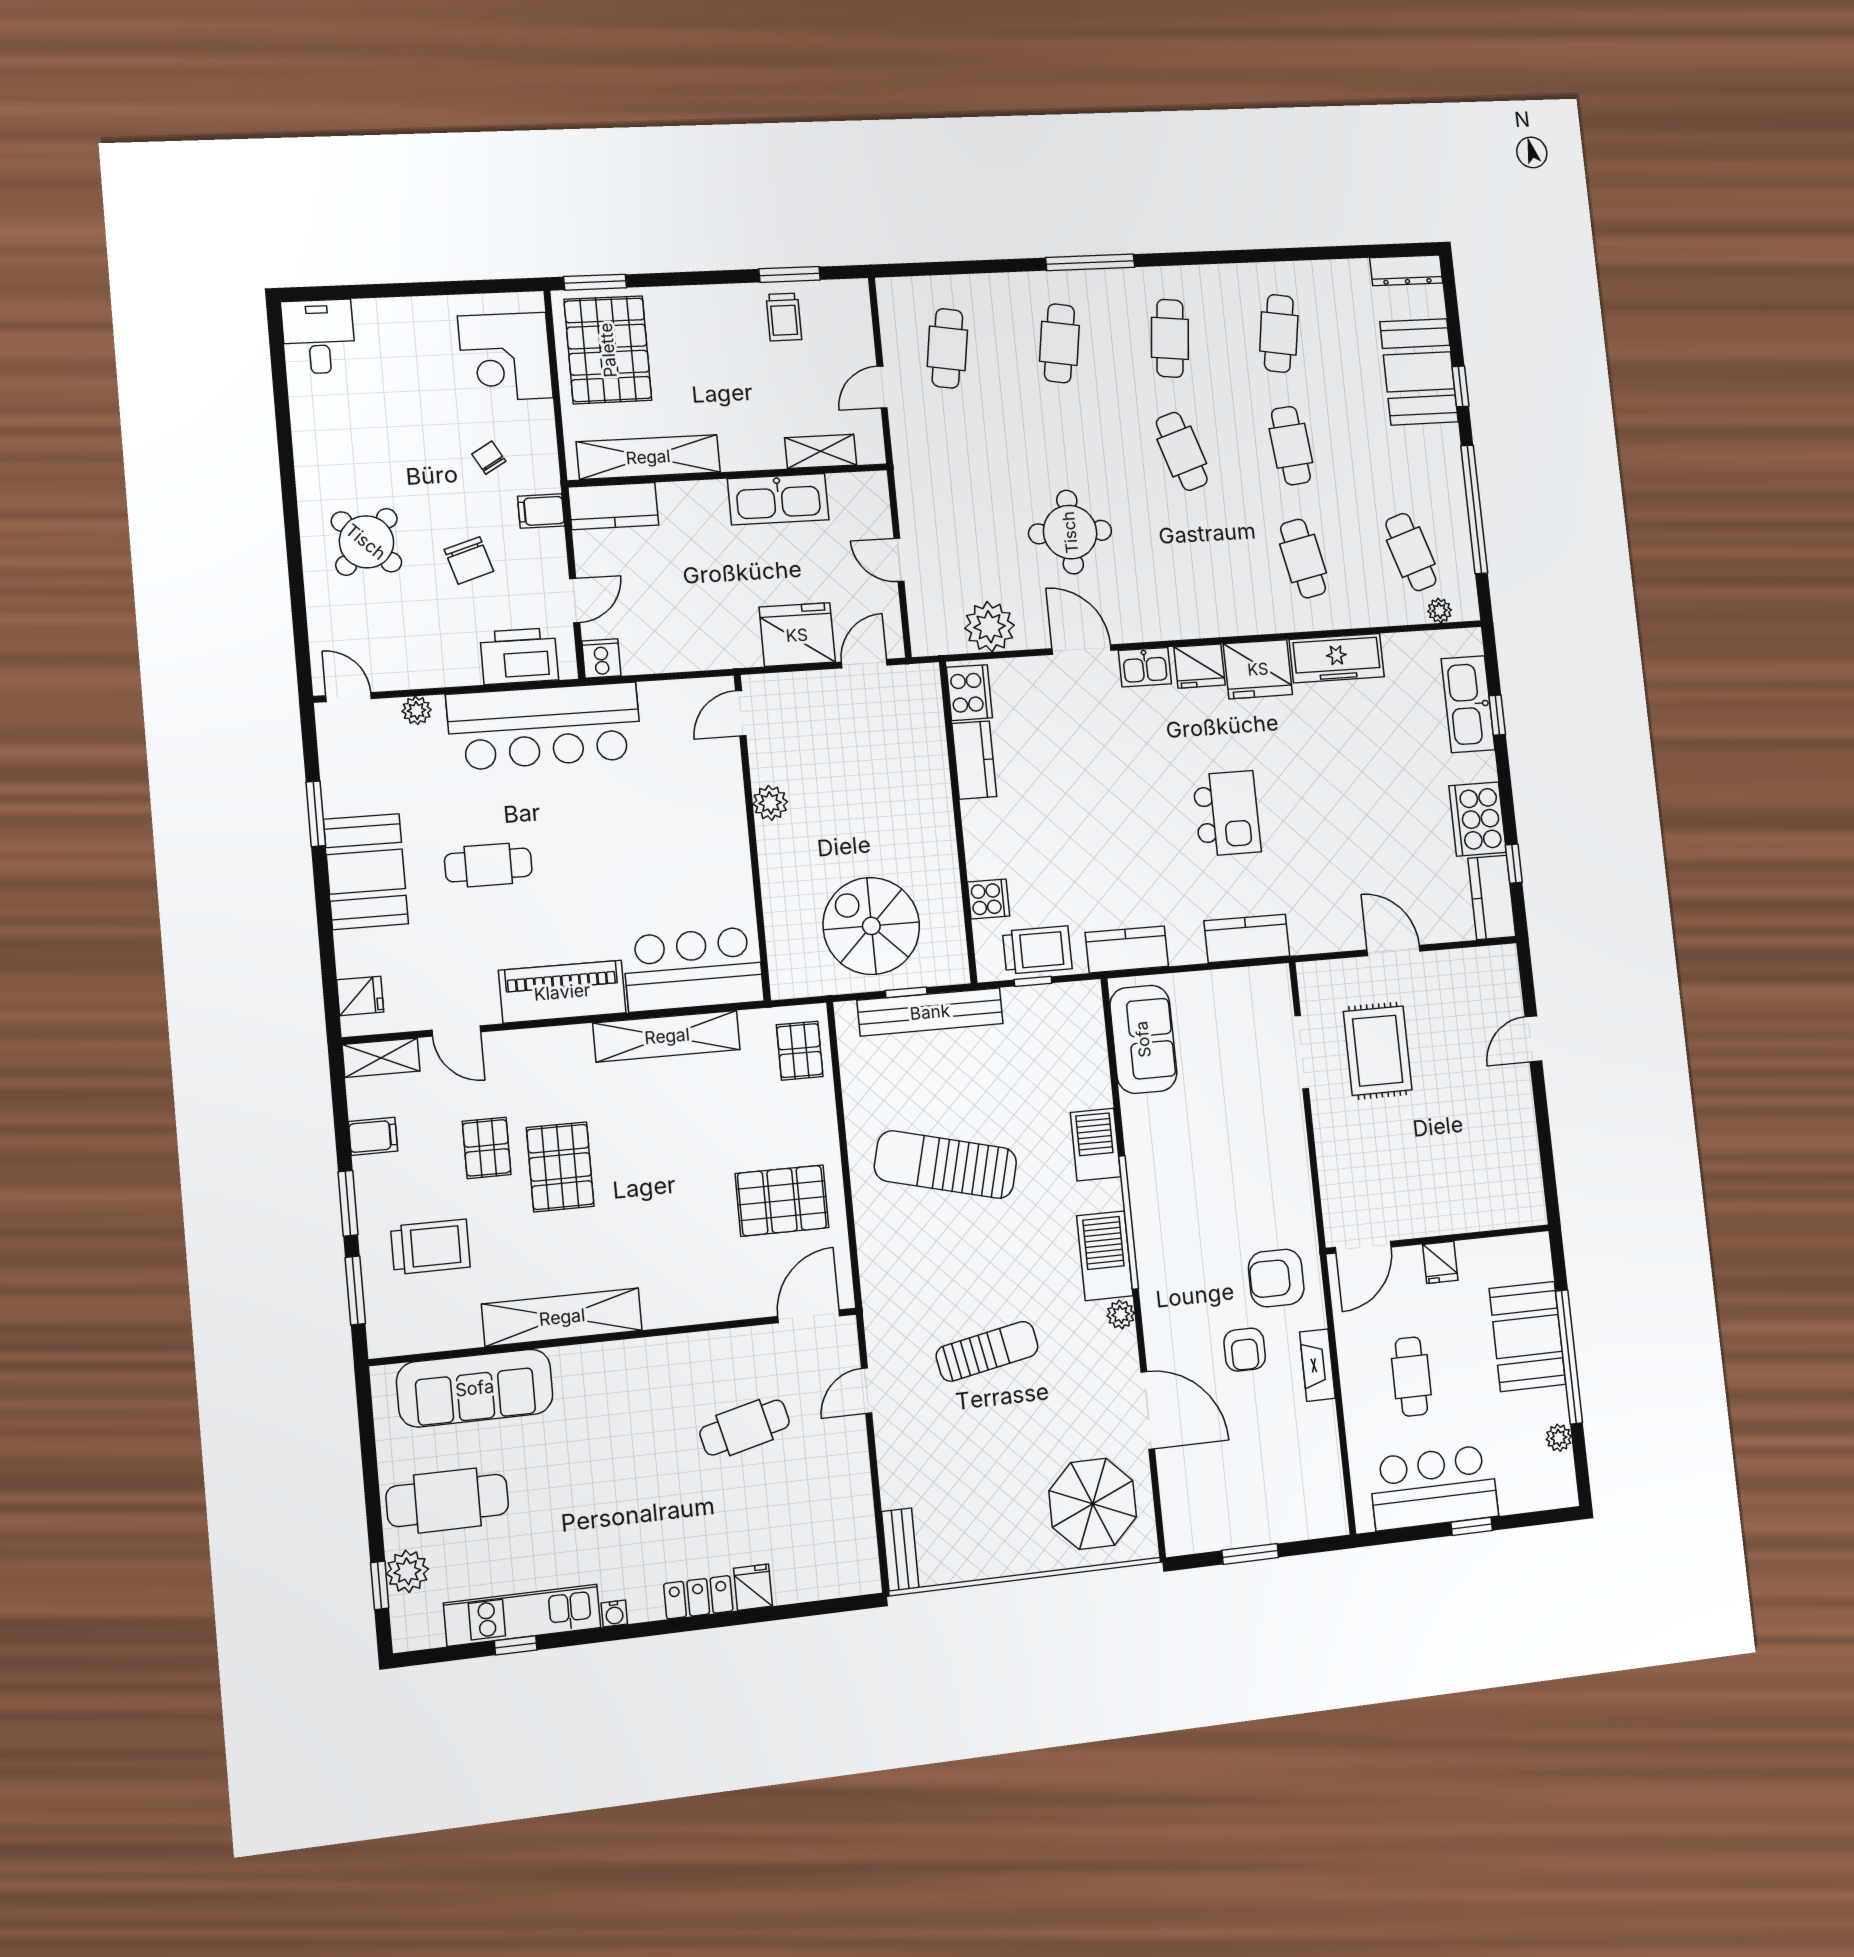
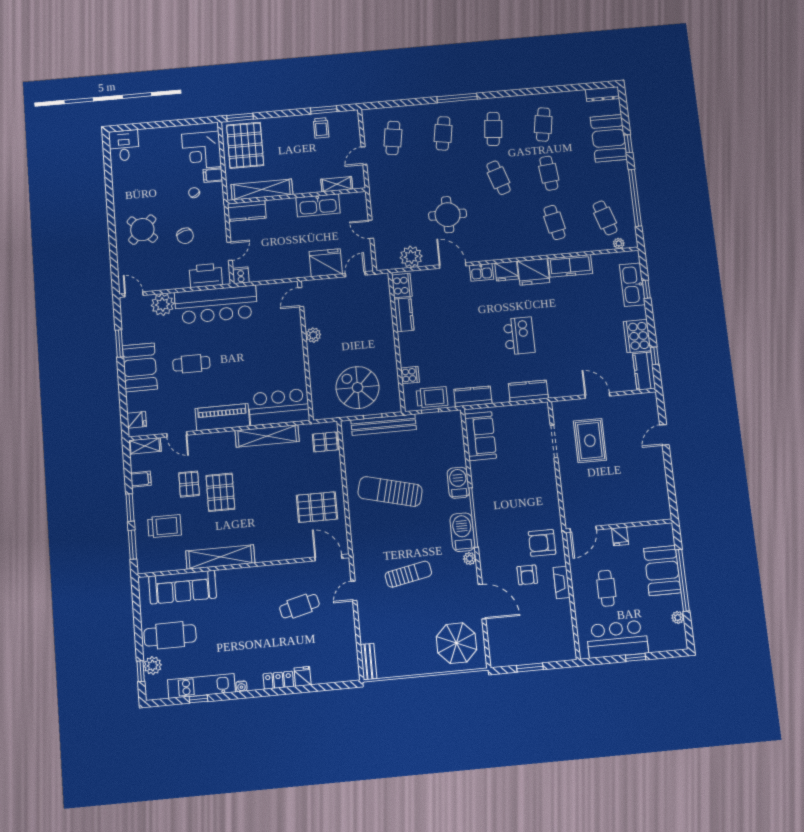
filing cabinet: (541, 511) -> (213, 175), moved
plant: (417, 710) -> (163, 305), width x1.88, depth x1.88
pallet: (800, 1051) -> (325, 442), turned 90
door: (809, 1316) -> (328, 558), hinge flipped

